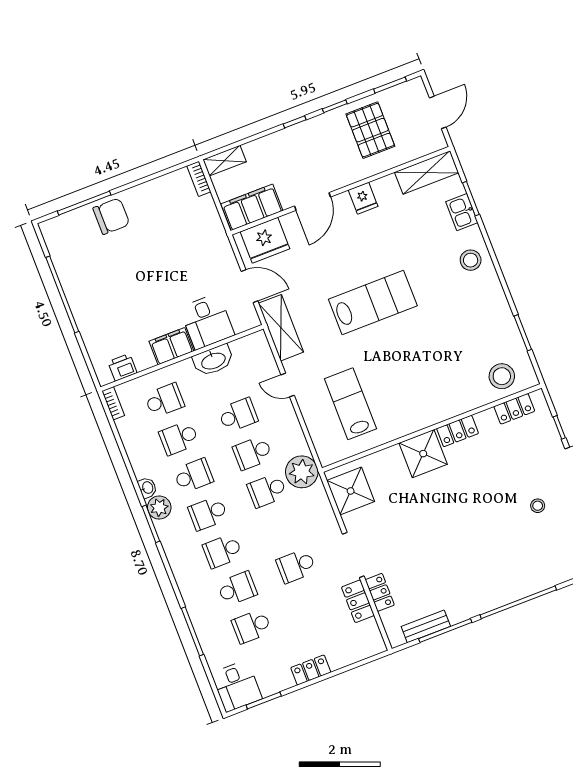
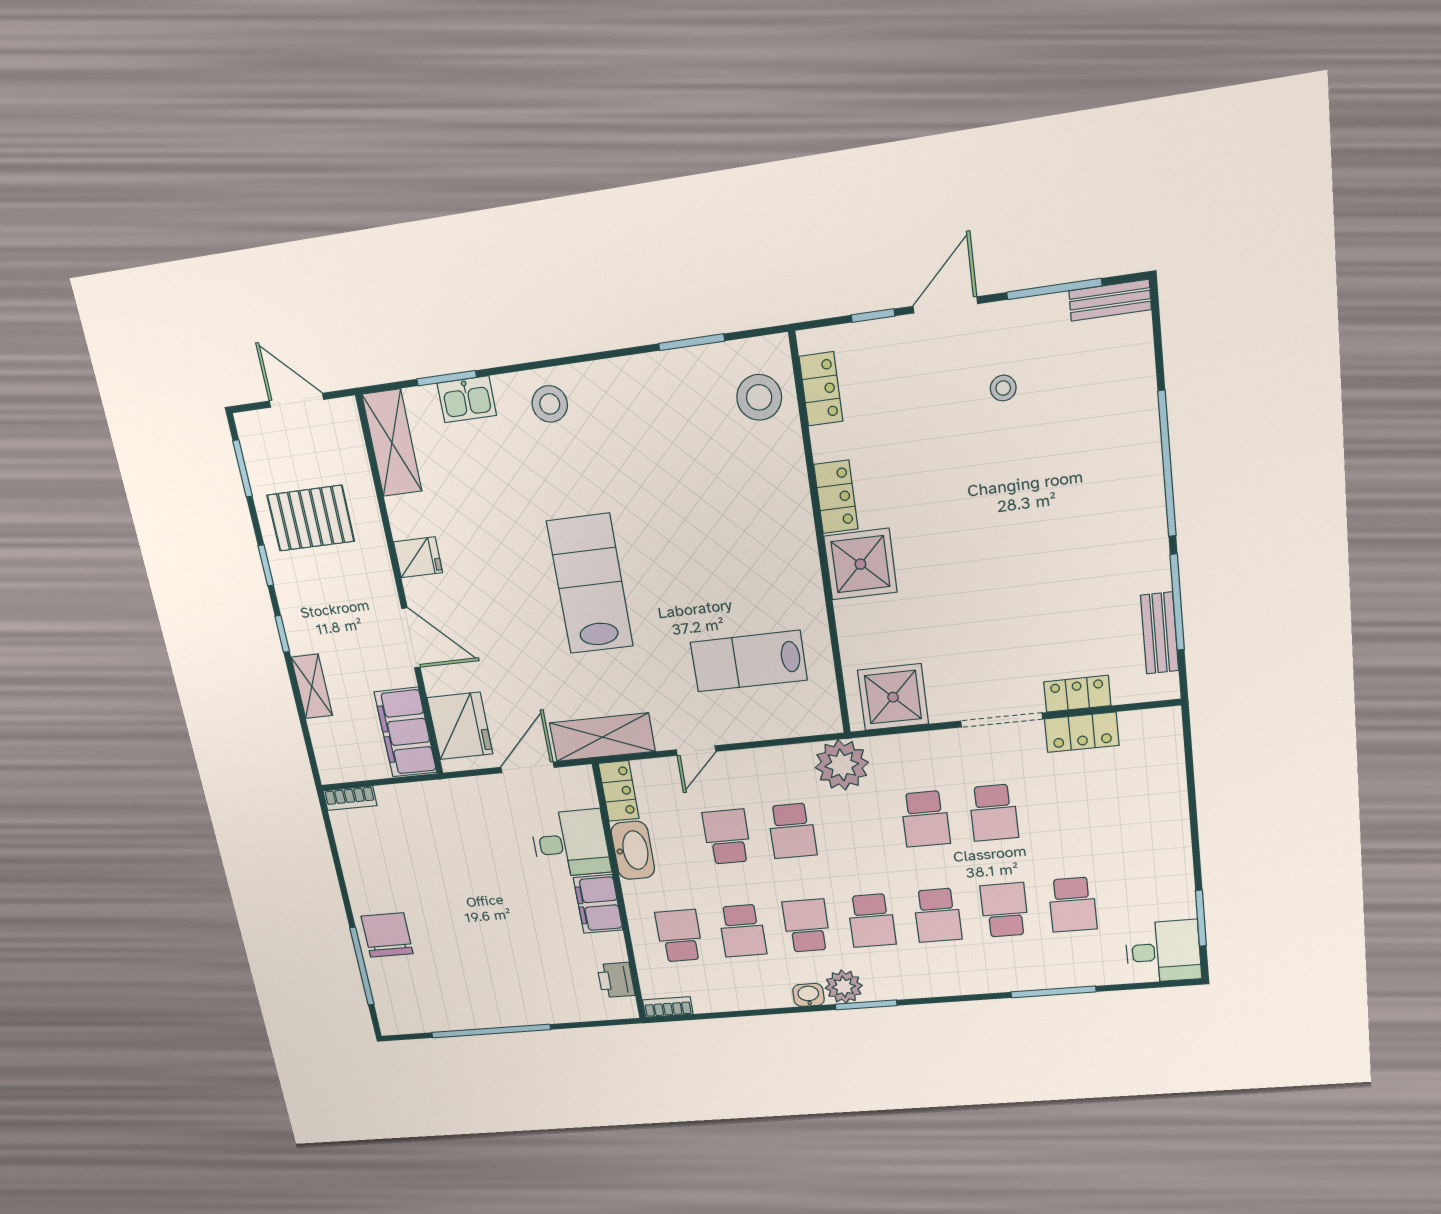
shelving: (225, 161) -> (312, 686), moved
school desk: (267, 490) -> (925, 819), moved
locker: (311, 670) -> (619, 791), moved, turned 180

